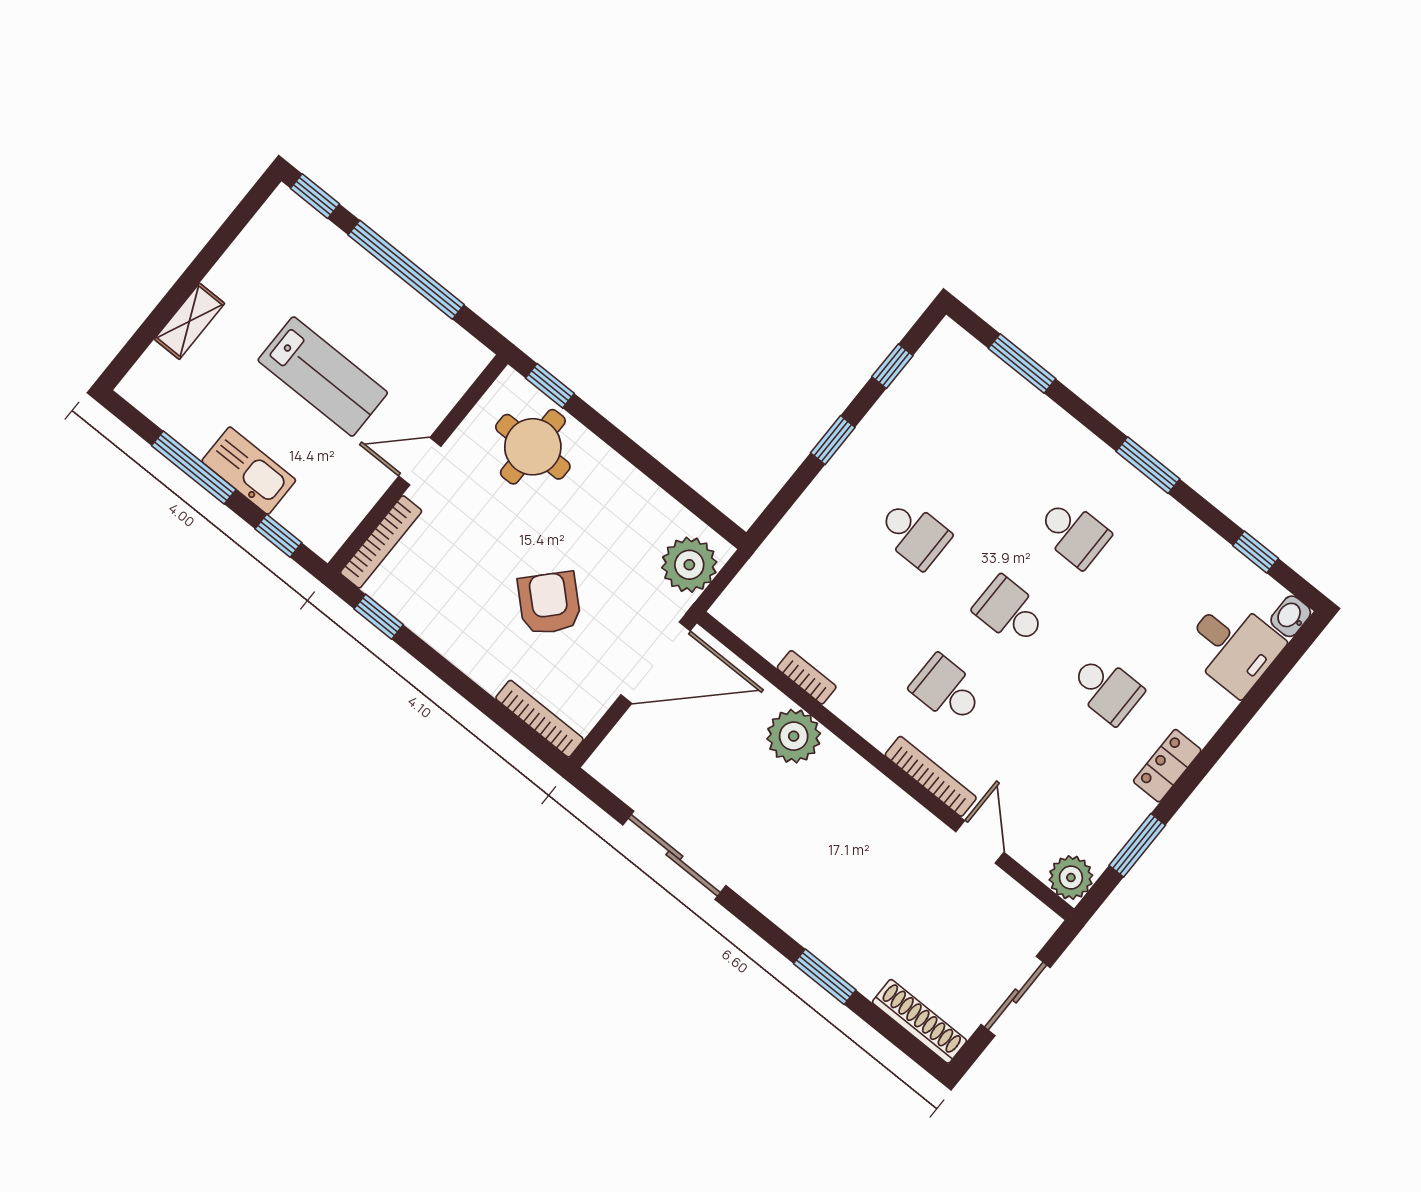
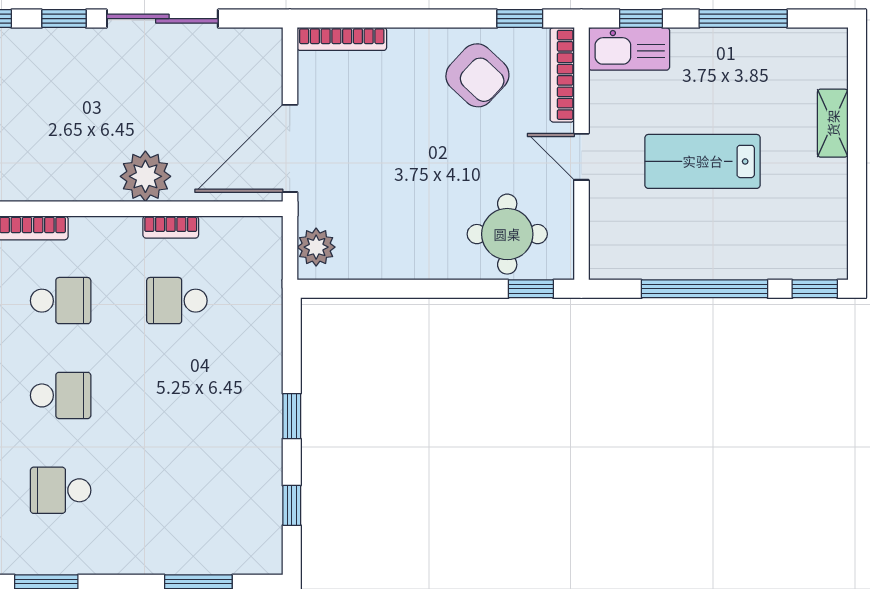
door: (420, 461) -> (581, 157), swing flipped
kitchen sink: (249, 471) -> (629, 49), moved
school desk: (914, 534) -> (177, 301), moved
plant: (689, 565) -> (316, 247), width x0.73, depth x0.73
armchair: (549, 603) -> (477, 75), moved
window: (756, 921) -> (64, 19), added

